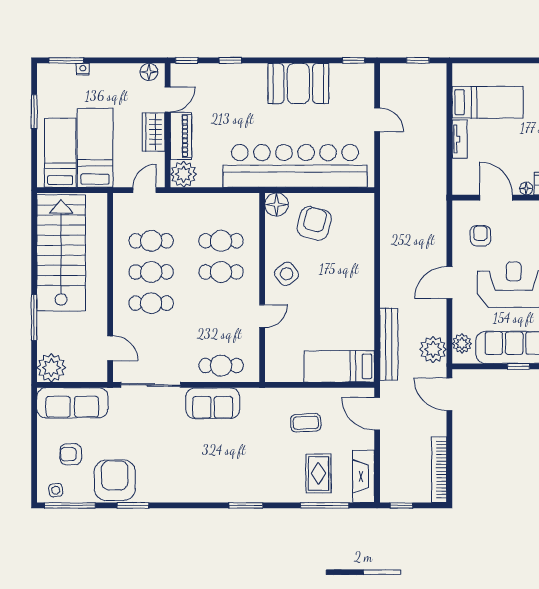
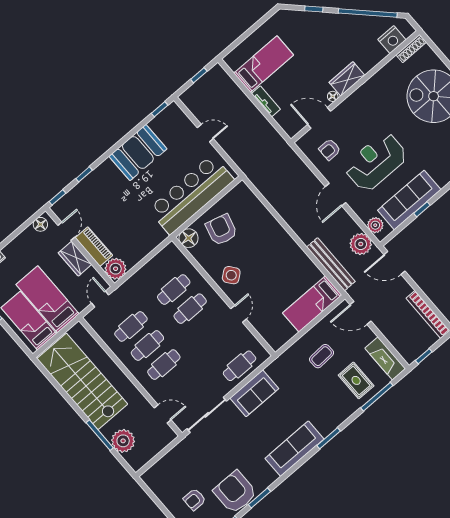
bar counter: (295, 166) -> (191, 195), width x0.73
armchair: (480, 236) -> (330, 150), turned -90
plant: (51, 368) -> (123, 441), moved
sofa: (72, 403) -> (294, 449), moved, turned 180

